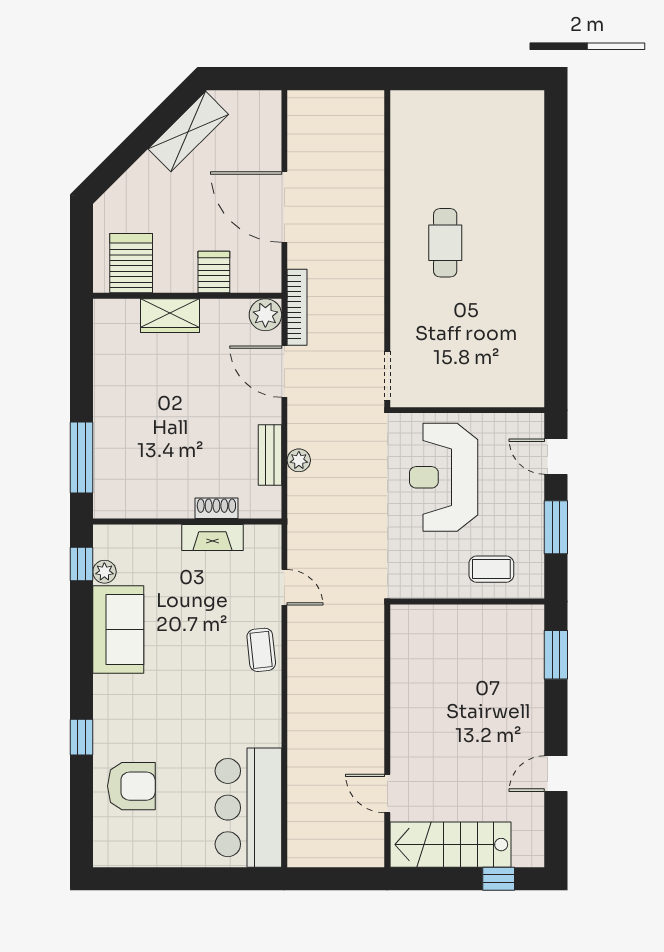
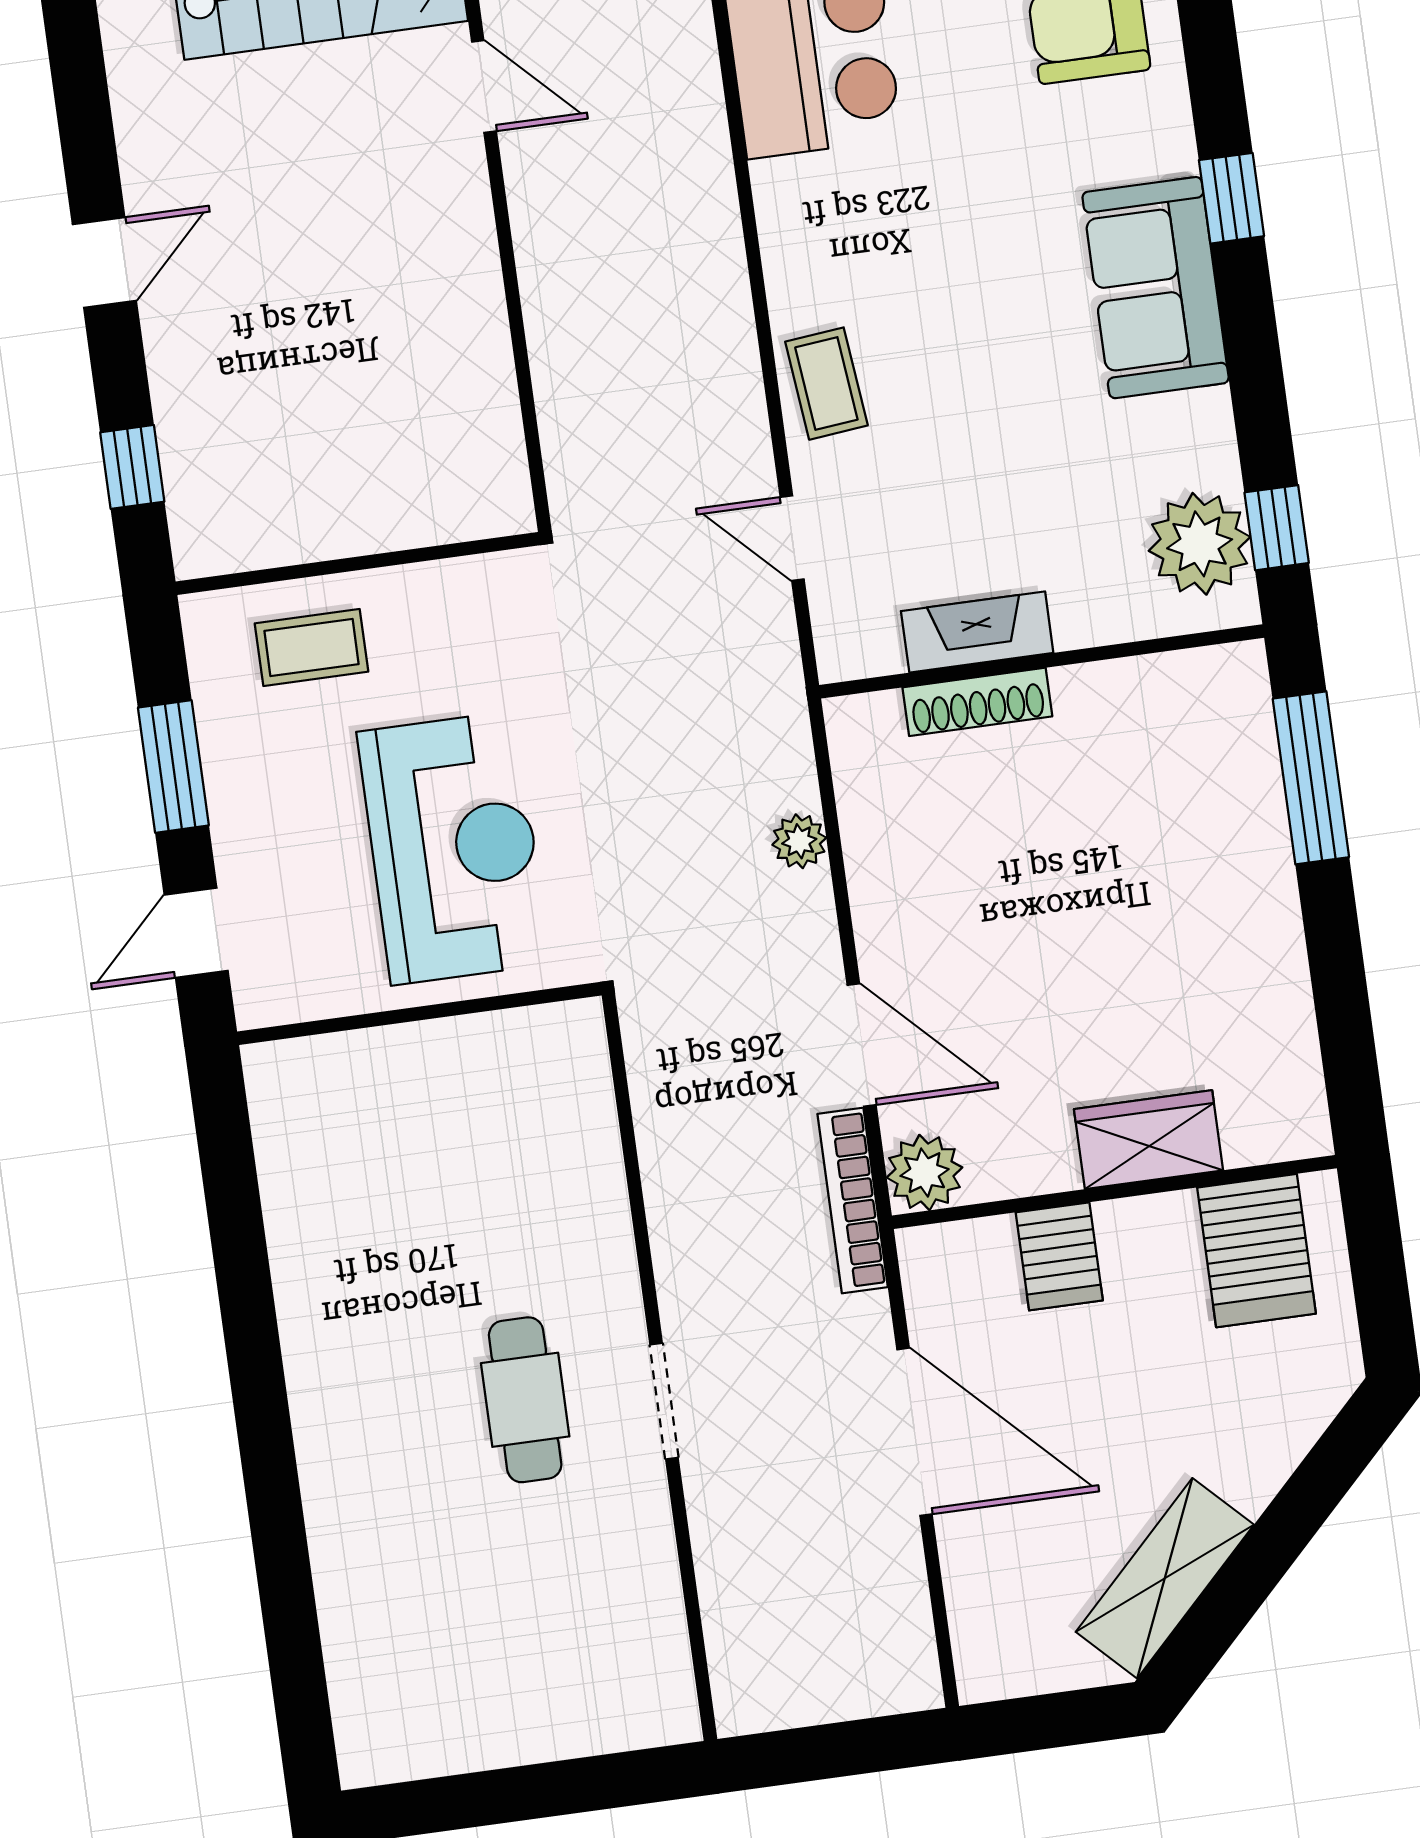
doorway: (387, 376) -> (664, 1401), moved
bench: (270, 455) -> (869, 845), removed
door: (556, 457) -> (196, 933), swing flipped
shoe rack: (216, 508) -> (977, 702), width x1.43
plant: (104, 572) -> (1200, 544), width x1.88, depth x1.88
sofa: (118, 629) -> (1156, 288), moved
window: (556, 655) -> (132, 467), width x0.67
window: (81, 737) -> (1231, 198), moved
door: (556, 774) -> (104, 262), moved

